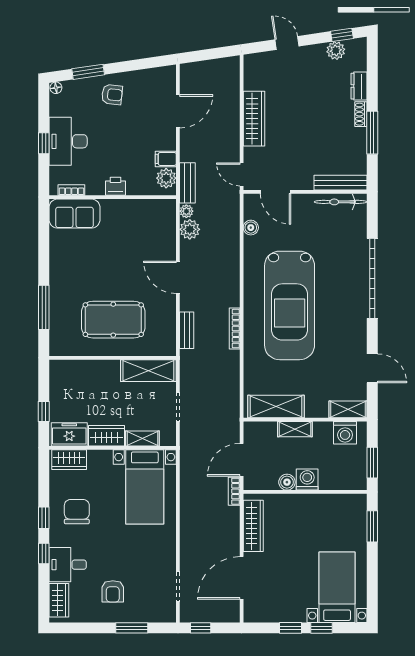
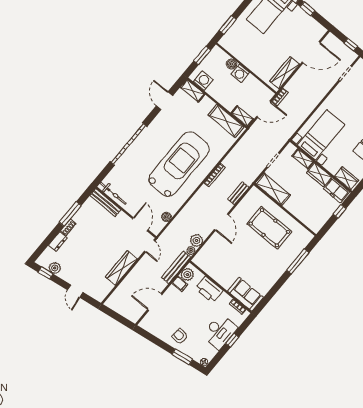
bench: (187, 183) -> (176, 267), width x1.36
printer: (116, 186) -> (209, 290), width x1.87, depth x1.48
shelving: (295, 429) -> (242, 116), moved
boiler: (287, 482) -> (232, 64), moved

